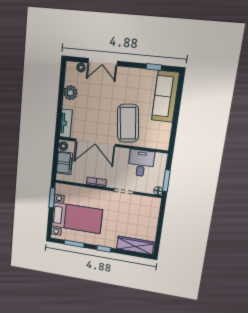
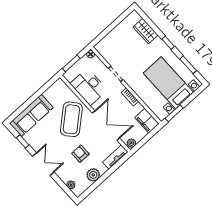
double door: (102, 62) -> (43, 164), moved
armchair: (96, 101) -> (80, 154), added
coffee table: (128, 123) -> (71, 119), turned -34
filing cabinet: (64, 163) -> (147, 121), moved, turned -90
desk: (141, 163) -> (89, 87), width x1.37
window: (166, 181) -> (71, 63), moved
wardrobe: (135, 245) -> (146, 31), width x0.67

